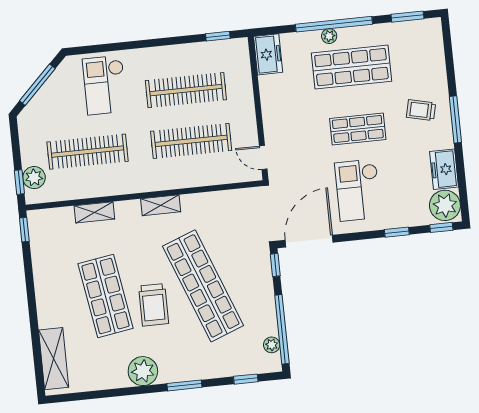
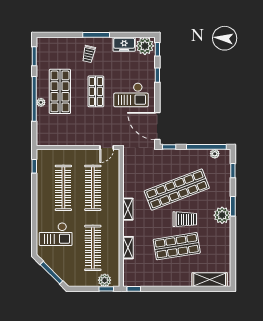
freezer: (268, 54) -> (48, 138), removed
plant: (143, 371) -> (222, 215), moved

